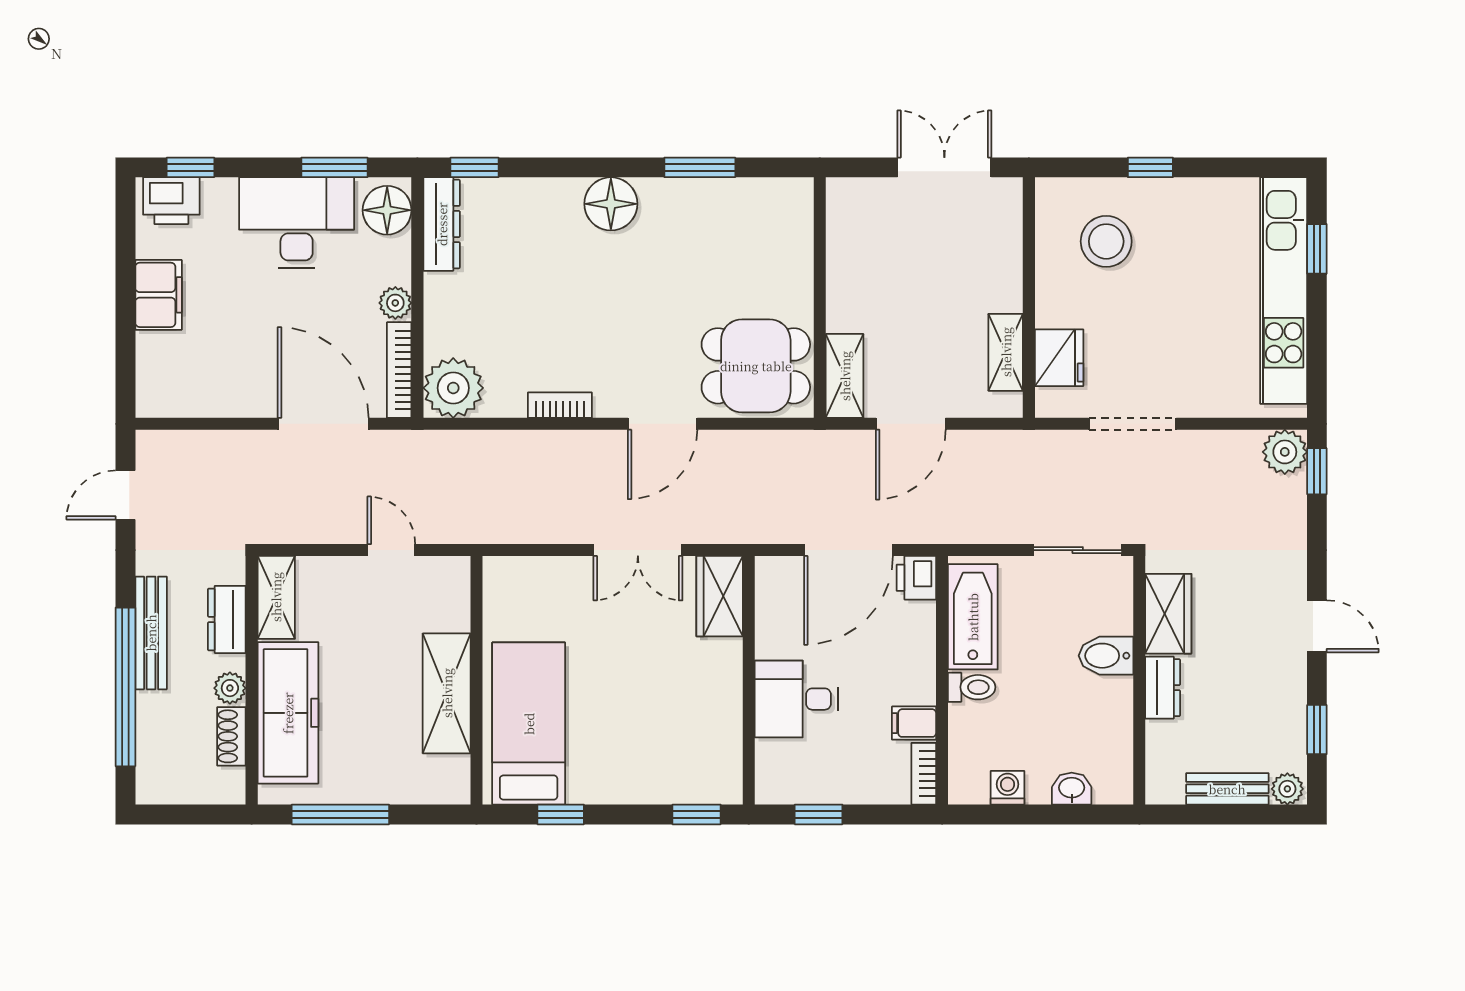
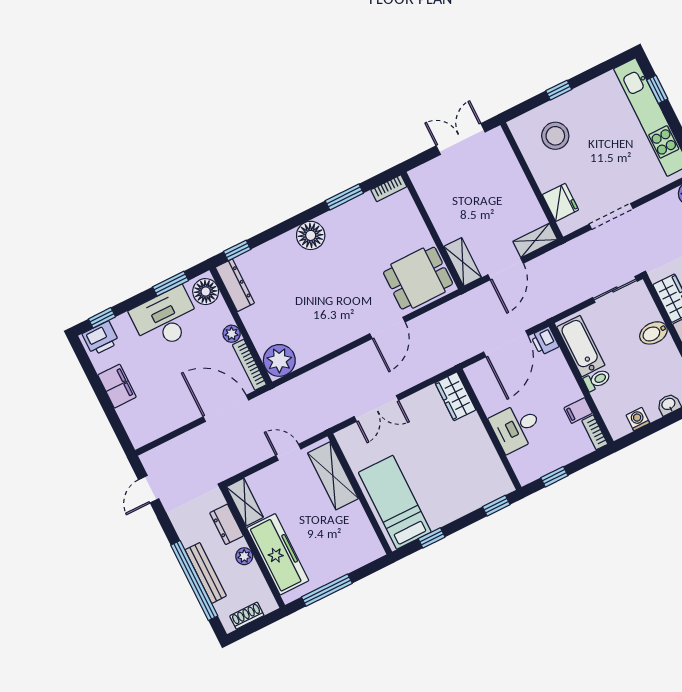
shelving: (1006, 352) -> (535, 240), moved, turned 90
bookcase: (560, 405) -> (389, 188), moved, turned 180
double door: (638, 550) -> (376, 408), moved
bench: (151, 633) -> (206, 573), moved
shelving: (447, 693) -> (333, 476), moved
shoe rack: (231, 736) -> (247, 616), moved, turned 90

